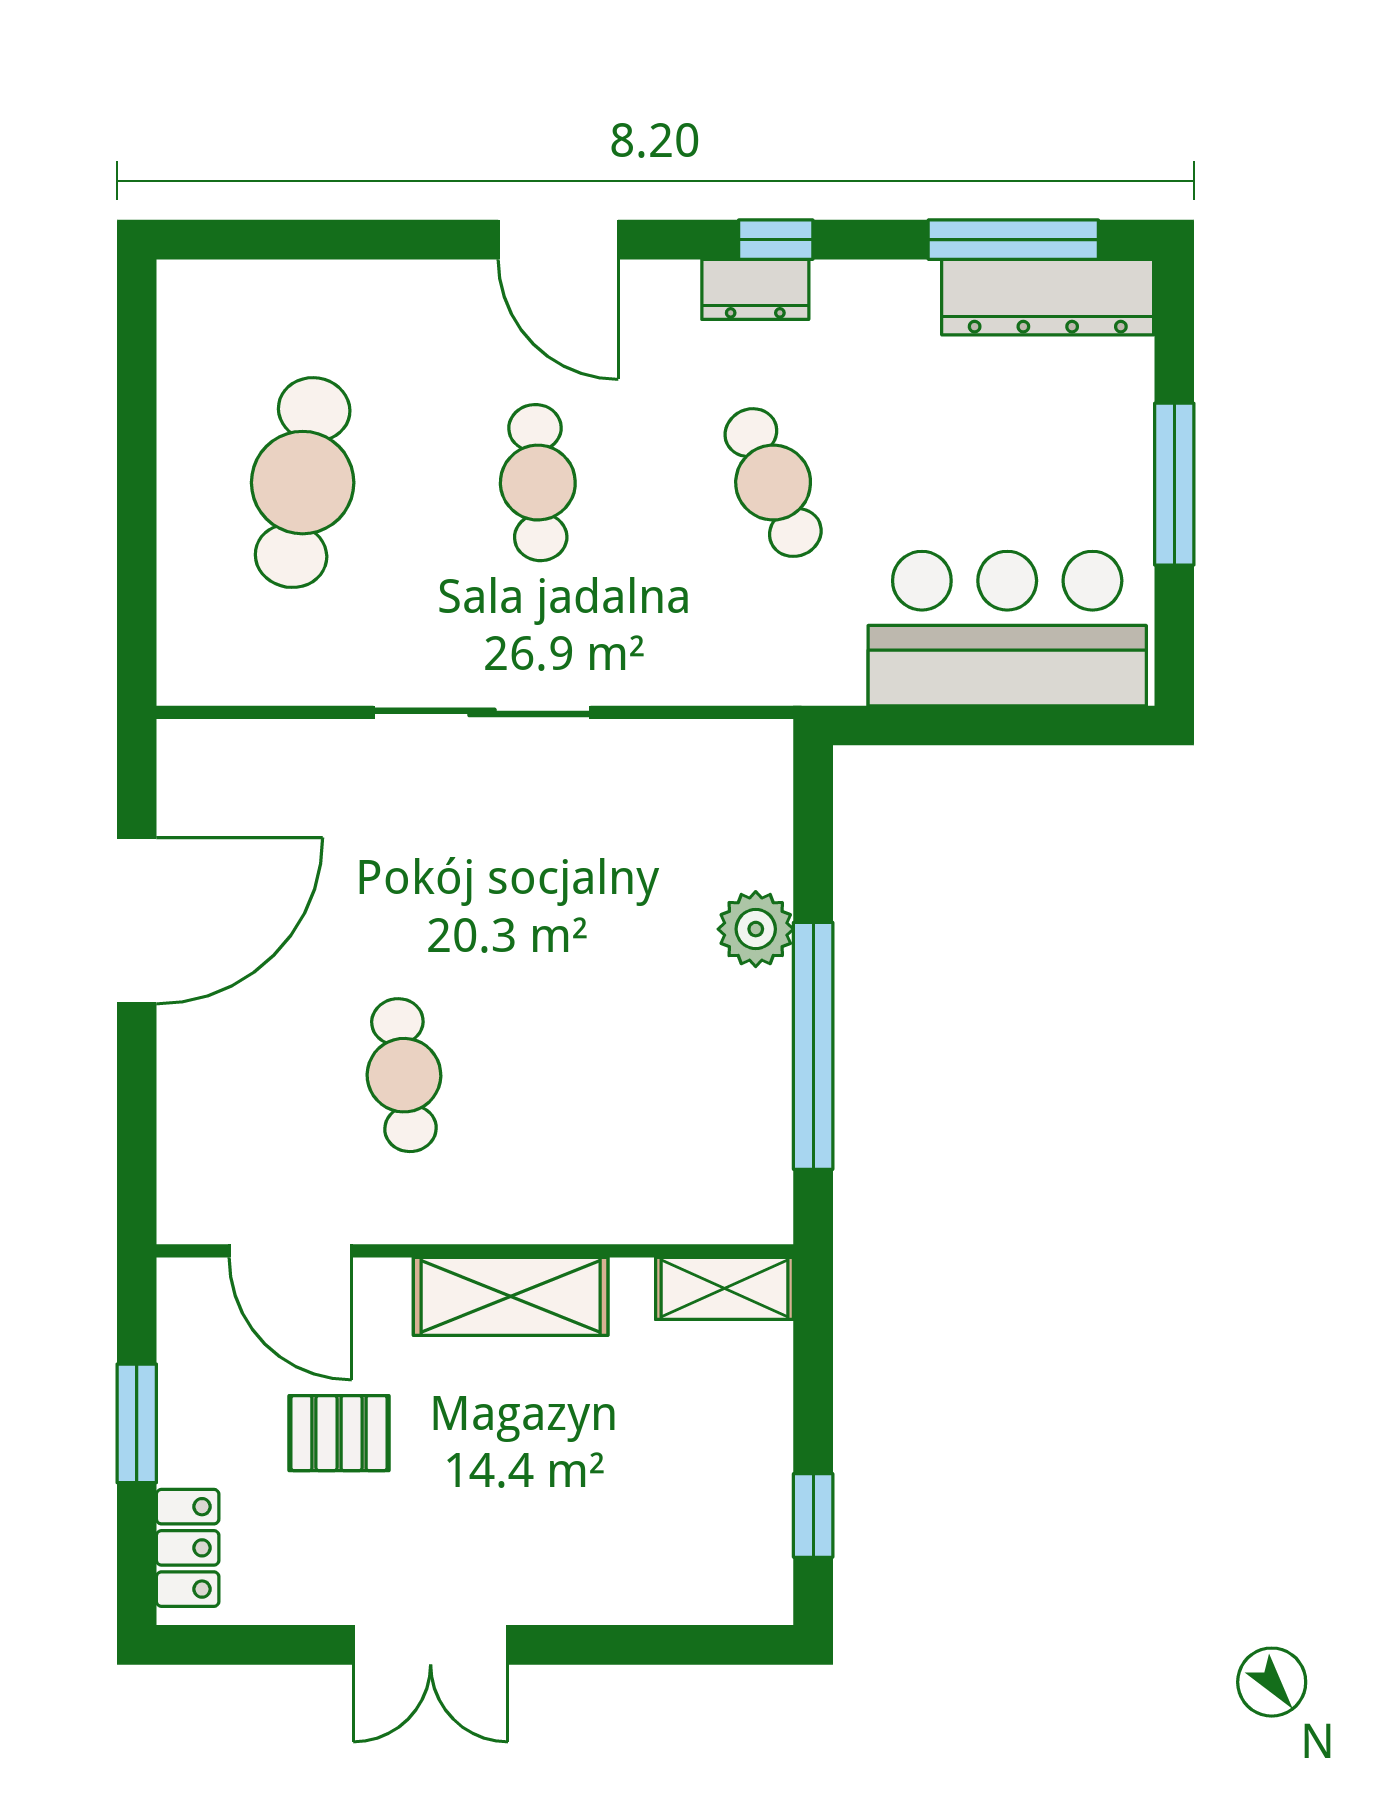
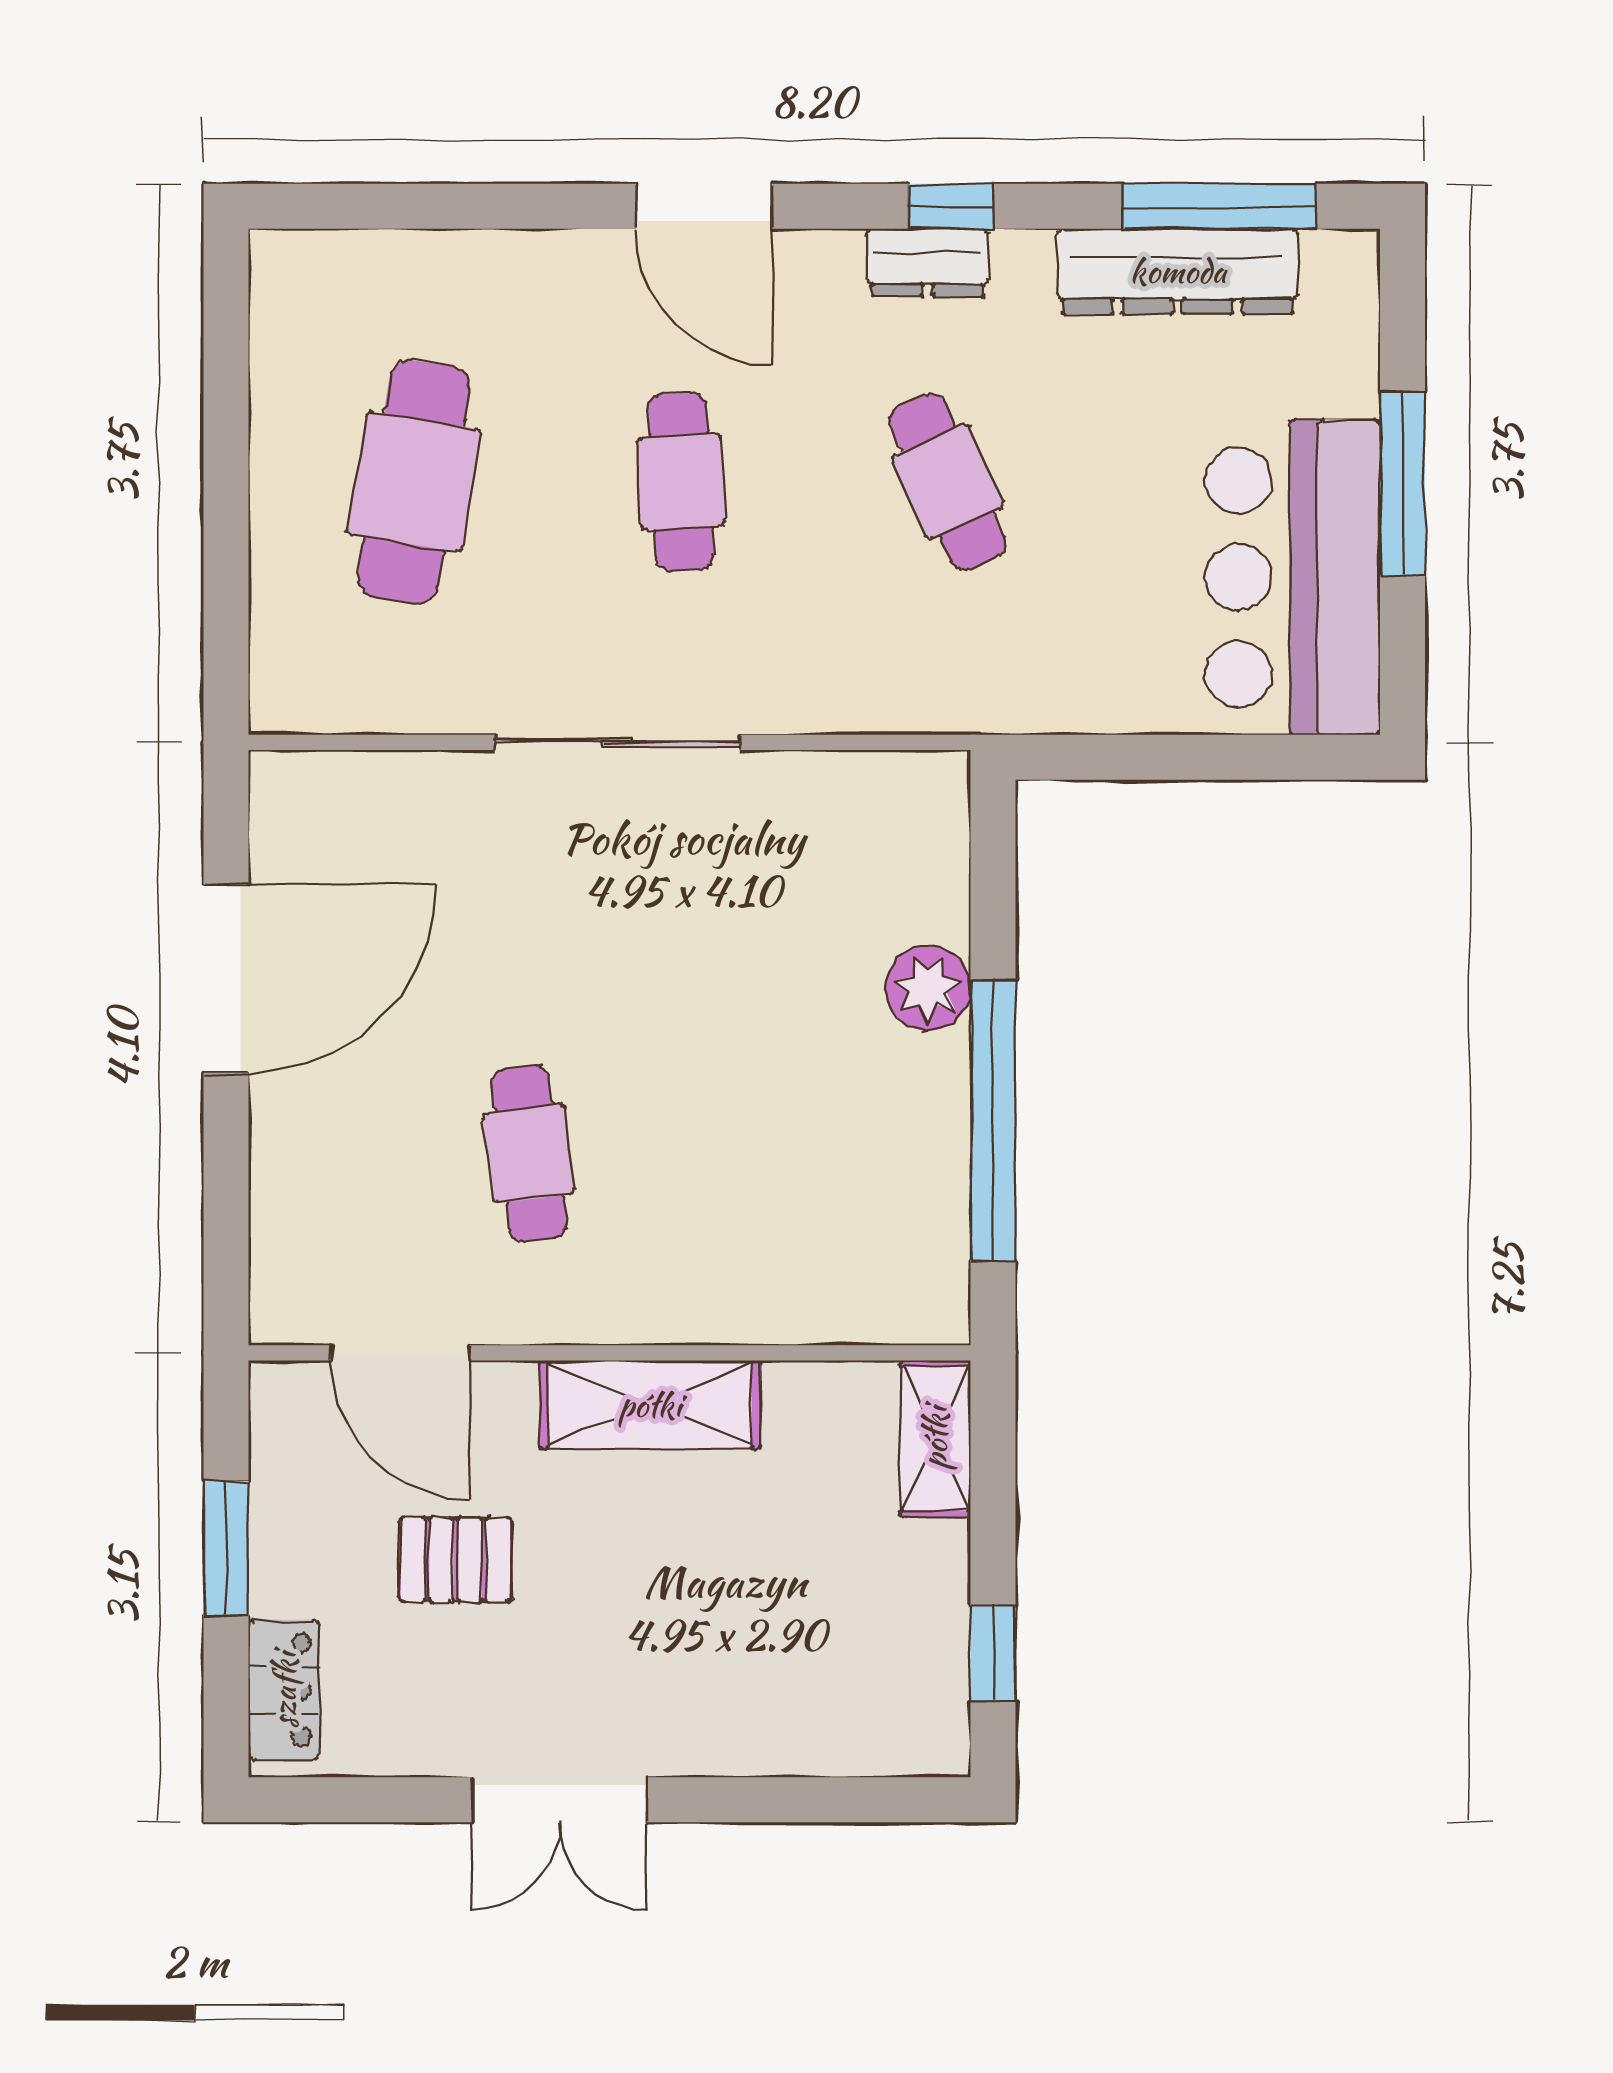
dresser: (1048, 297) -> (1178, 271), moved
bar counter: (1007, 629) -> (1293, 577), moved, turned -90
shelving: (724, 1288) -> (935, 1438), moved, turned 90

